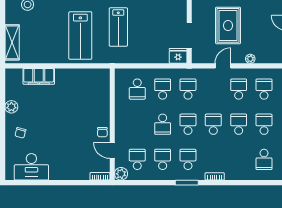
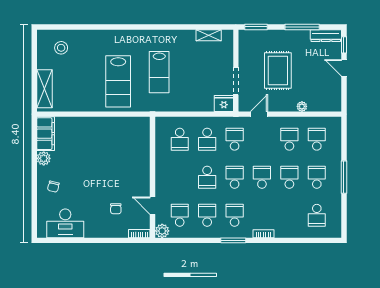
door: (223, 66) -> (259, 114), moved
filing cabinet: (39, 76) -> (46, 134), moved, turned -90
school desk: (163, 89) -> (207, 139), turned 180
chair: (102, 132) -> (116, 209), moved

